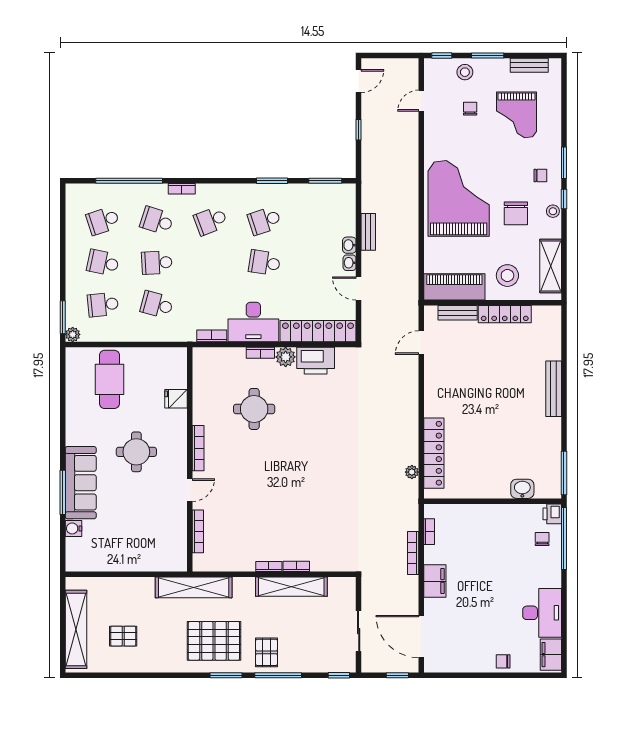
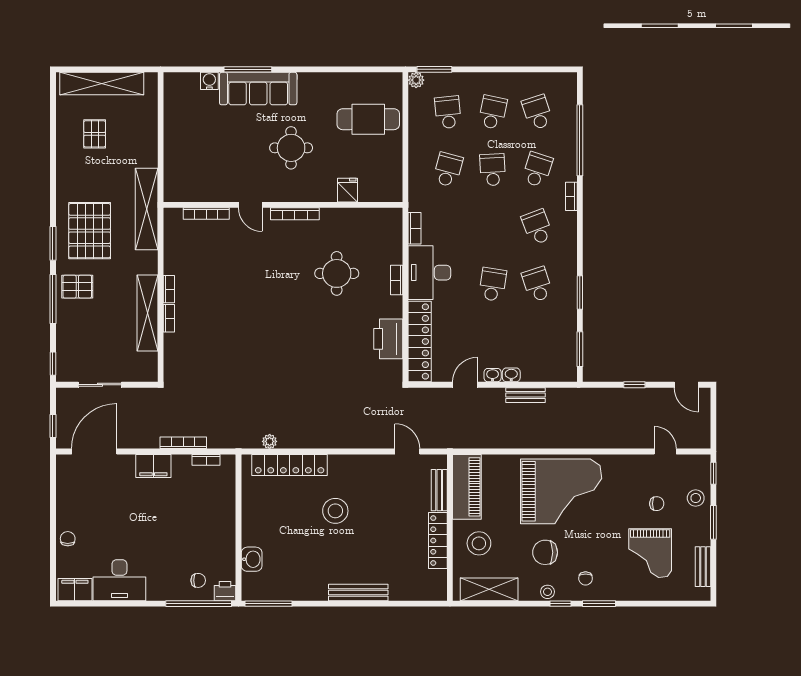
grand piano: (517, 115) -> (650, 553), turned -90
plant: (286, 357) -> (392, 307), removed
stool: (477, 410) -> (335, 511), added

